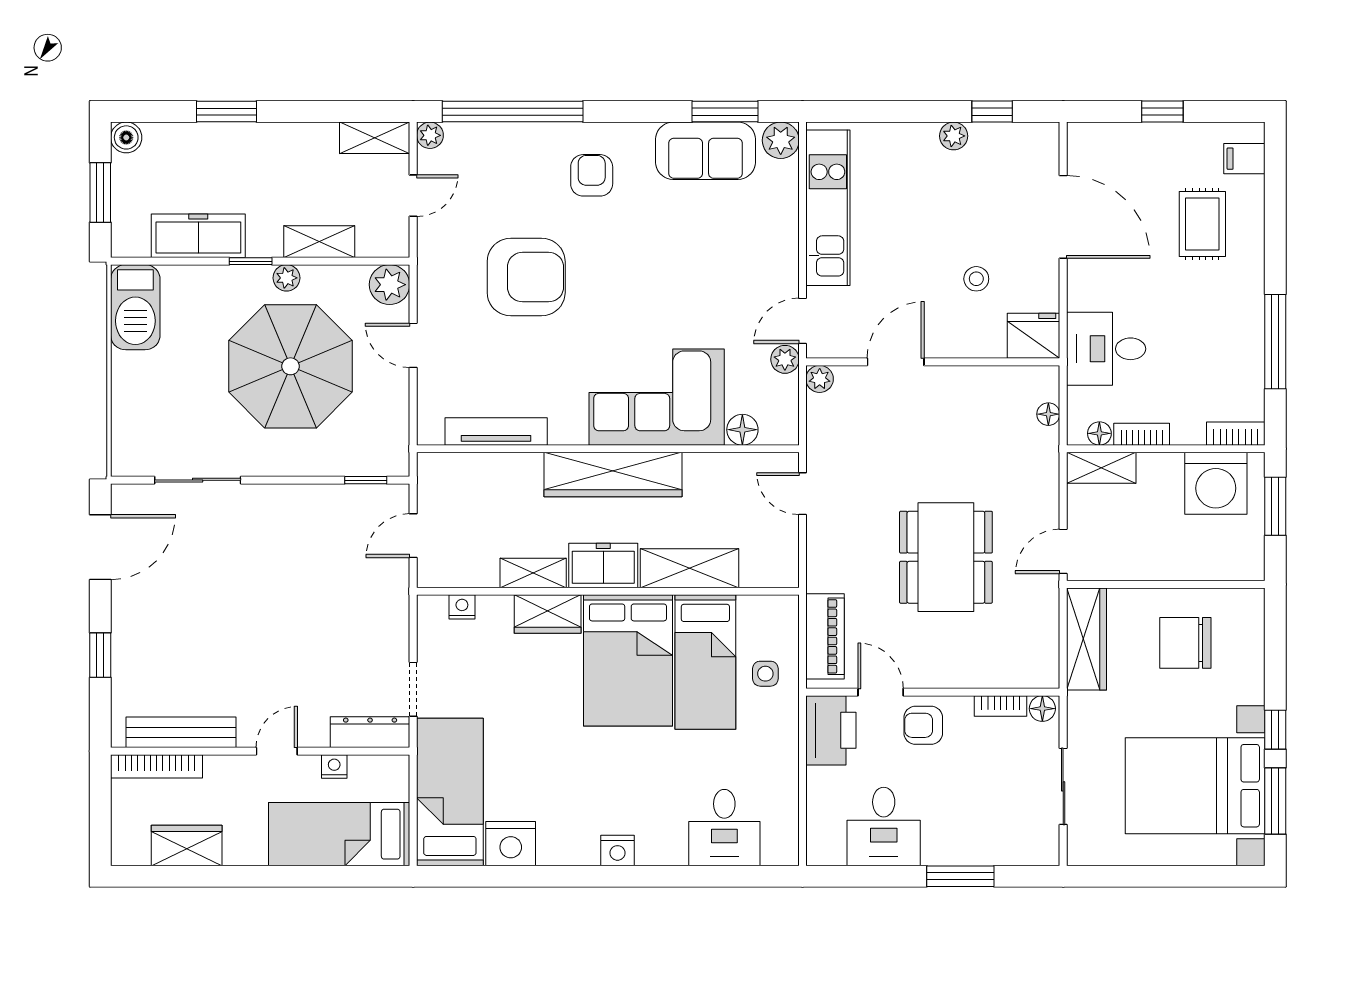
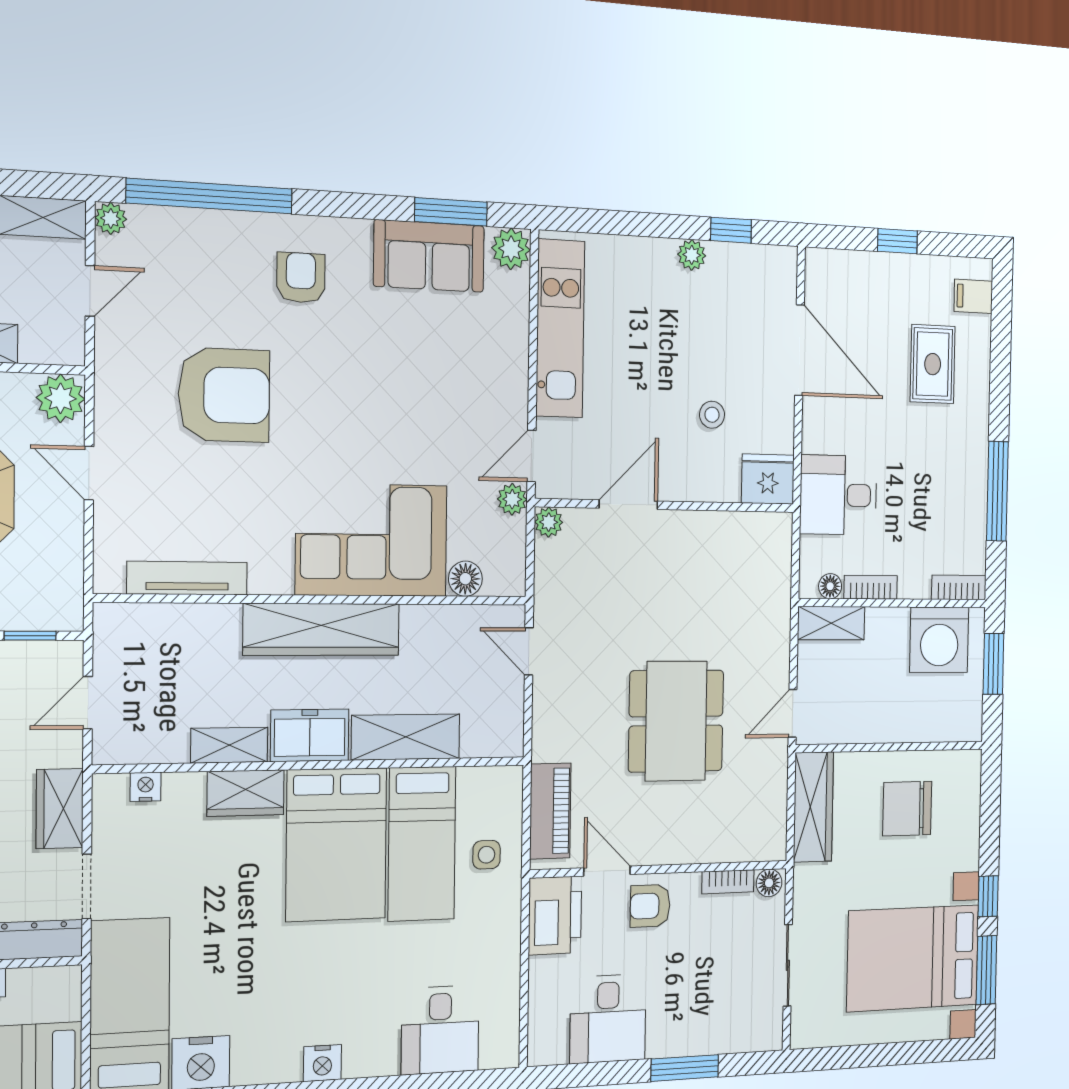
floor lamp: (1048, 414) -> (781, 565), removed
wardrobe: (391, 623) -> (60, 809), added

